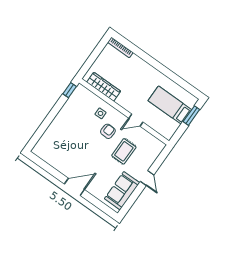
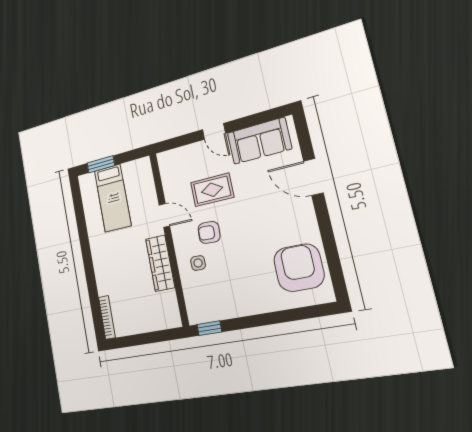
wardrobe: (104, 87) -> (160, 263), moved
armchair: (57, 151) -> (299, 268), added
door: (147, 178) -> (214, 131), swing flipped
door: (74, 187) -> (313, 177), moved

